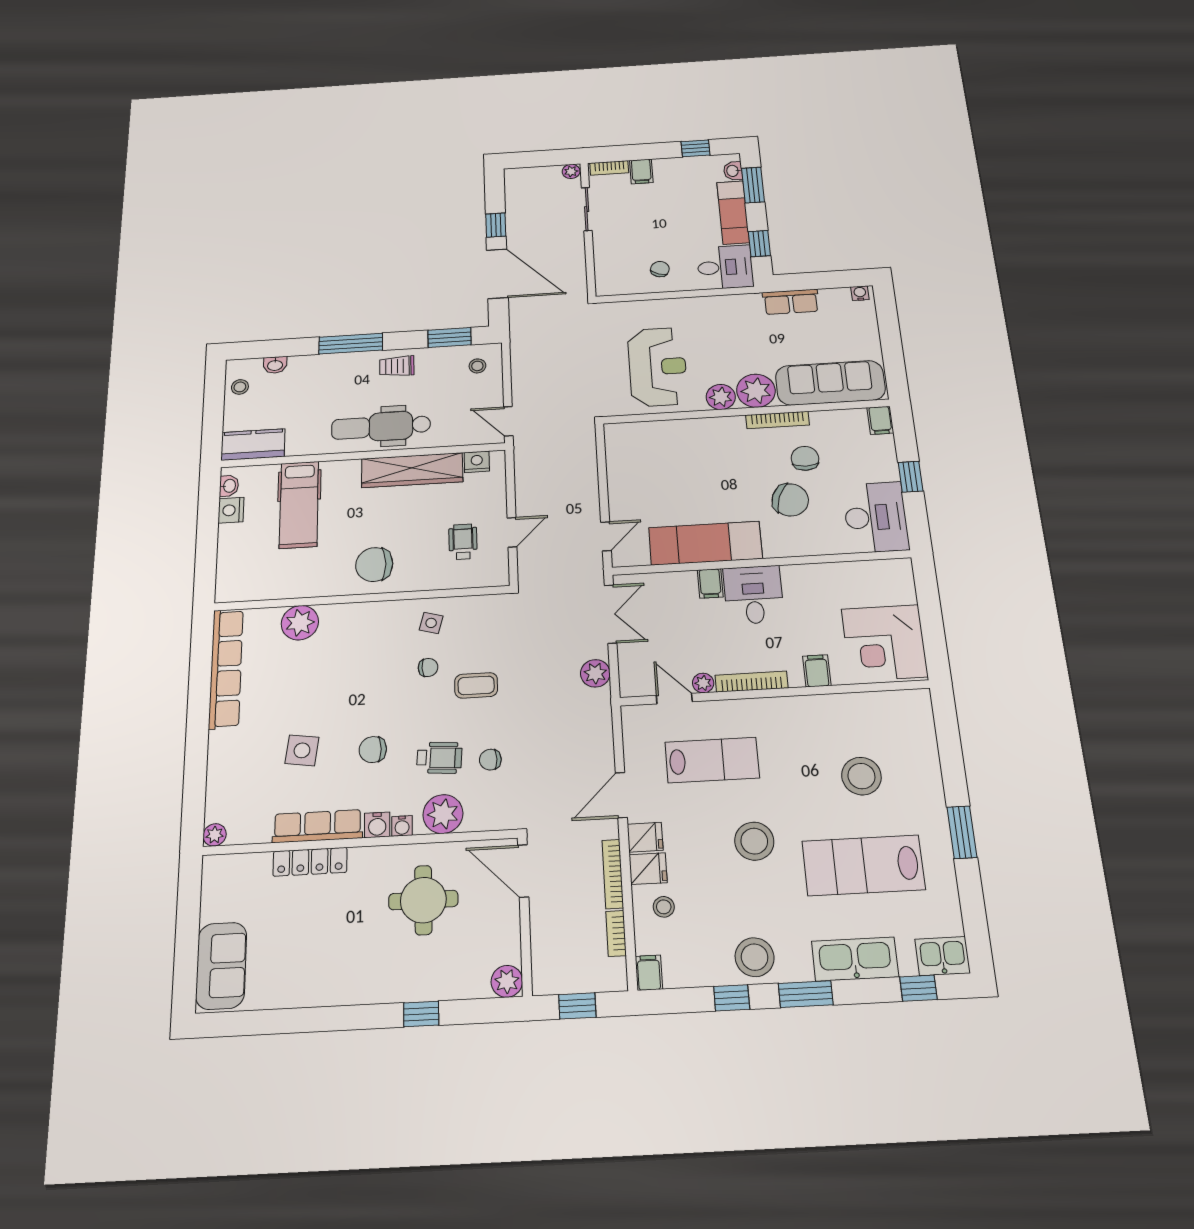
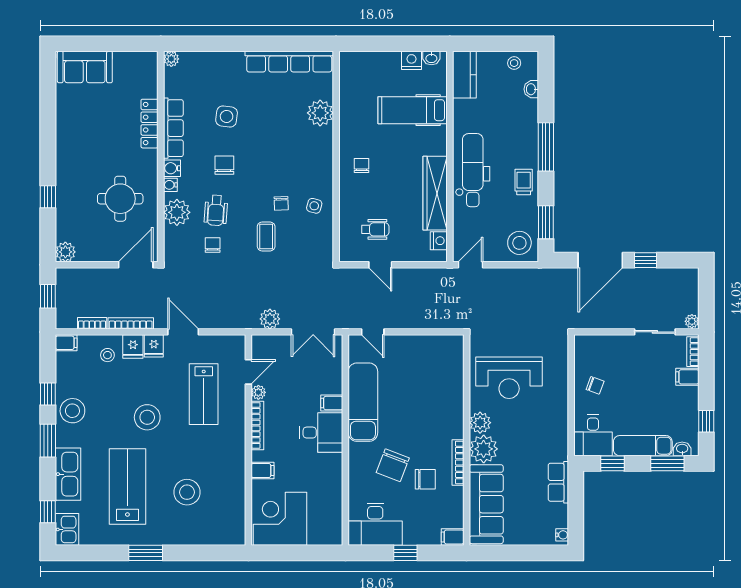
stool: (477, 366) -> (519, 243), width x1.89, depth x1.89
chair: (374, 565) -> (362, 165), width x0.54, depth x0.54

